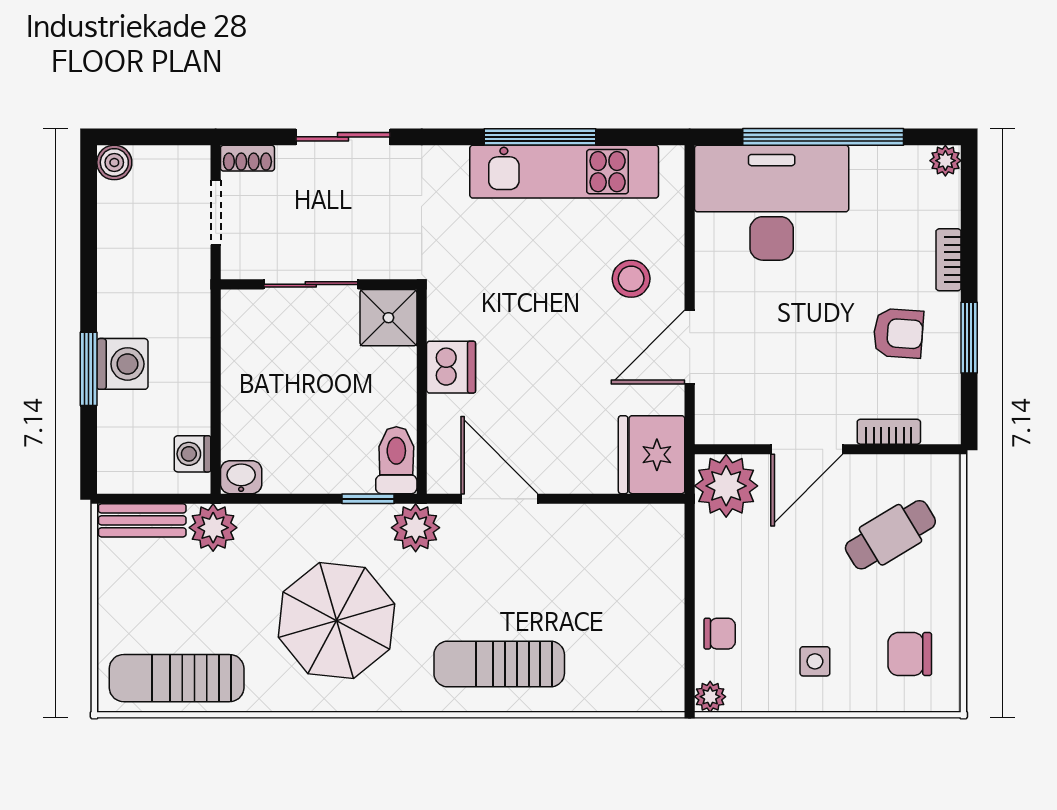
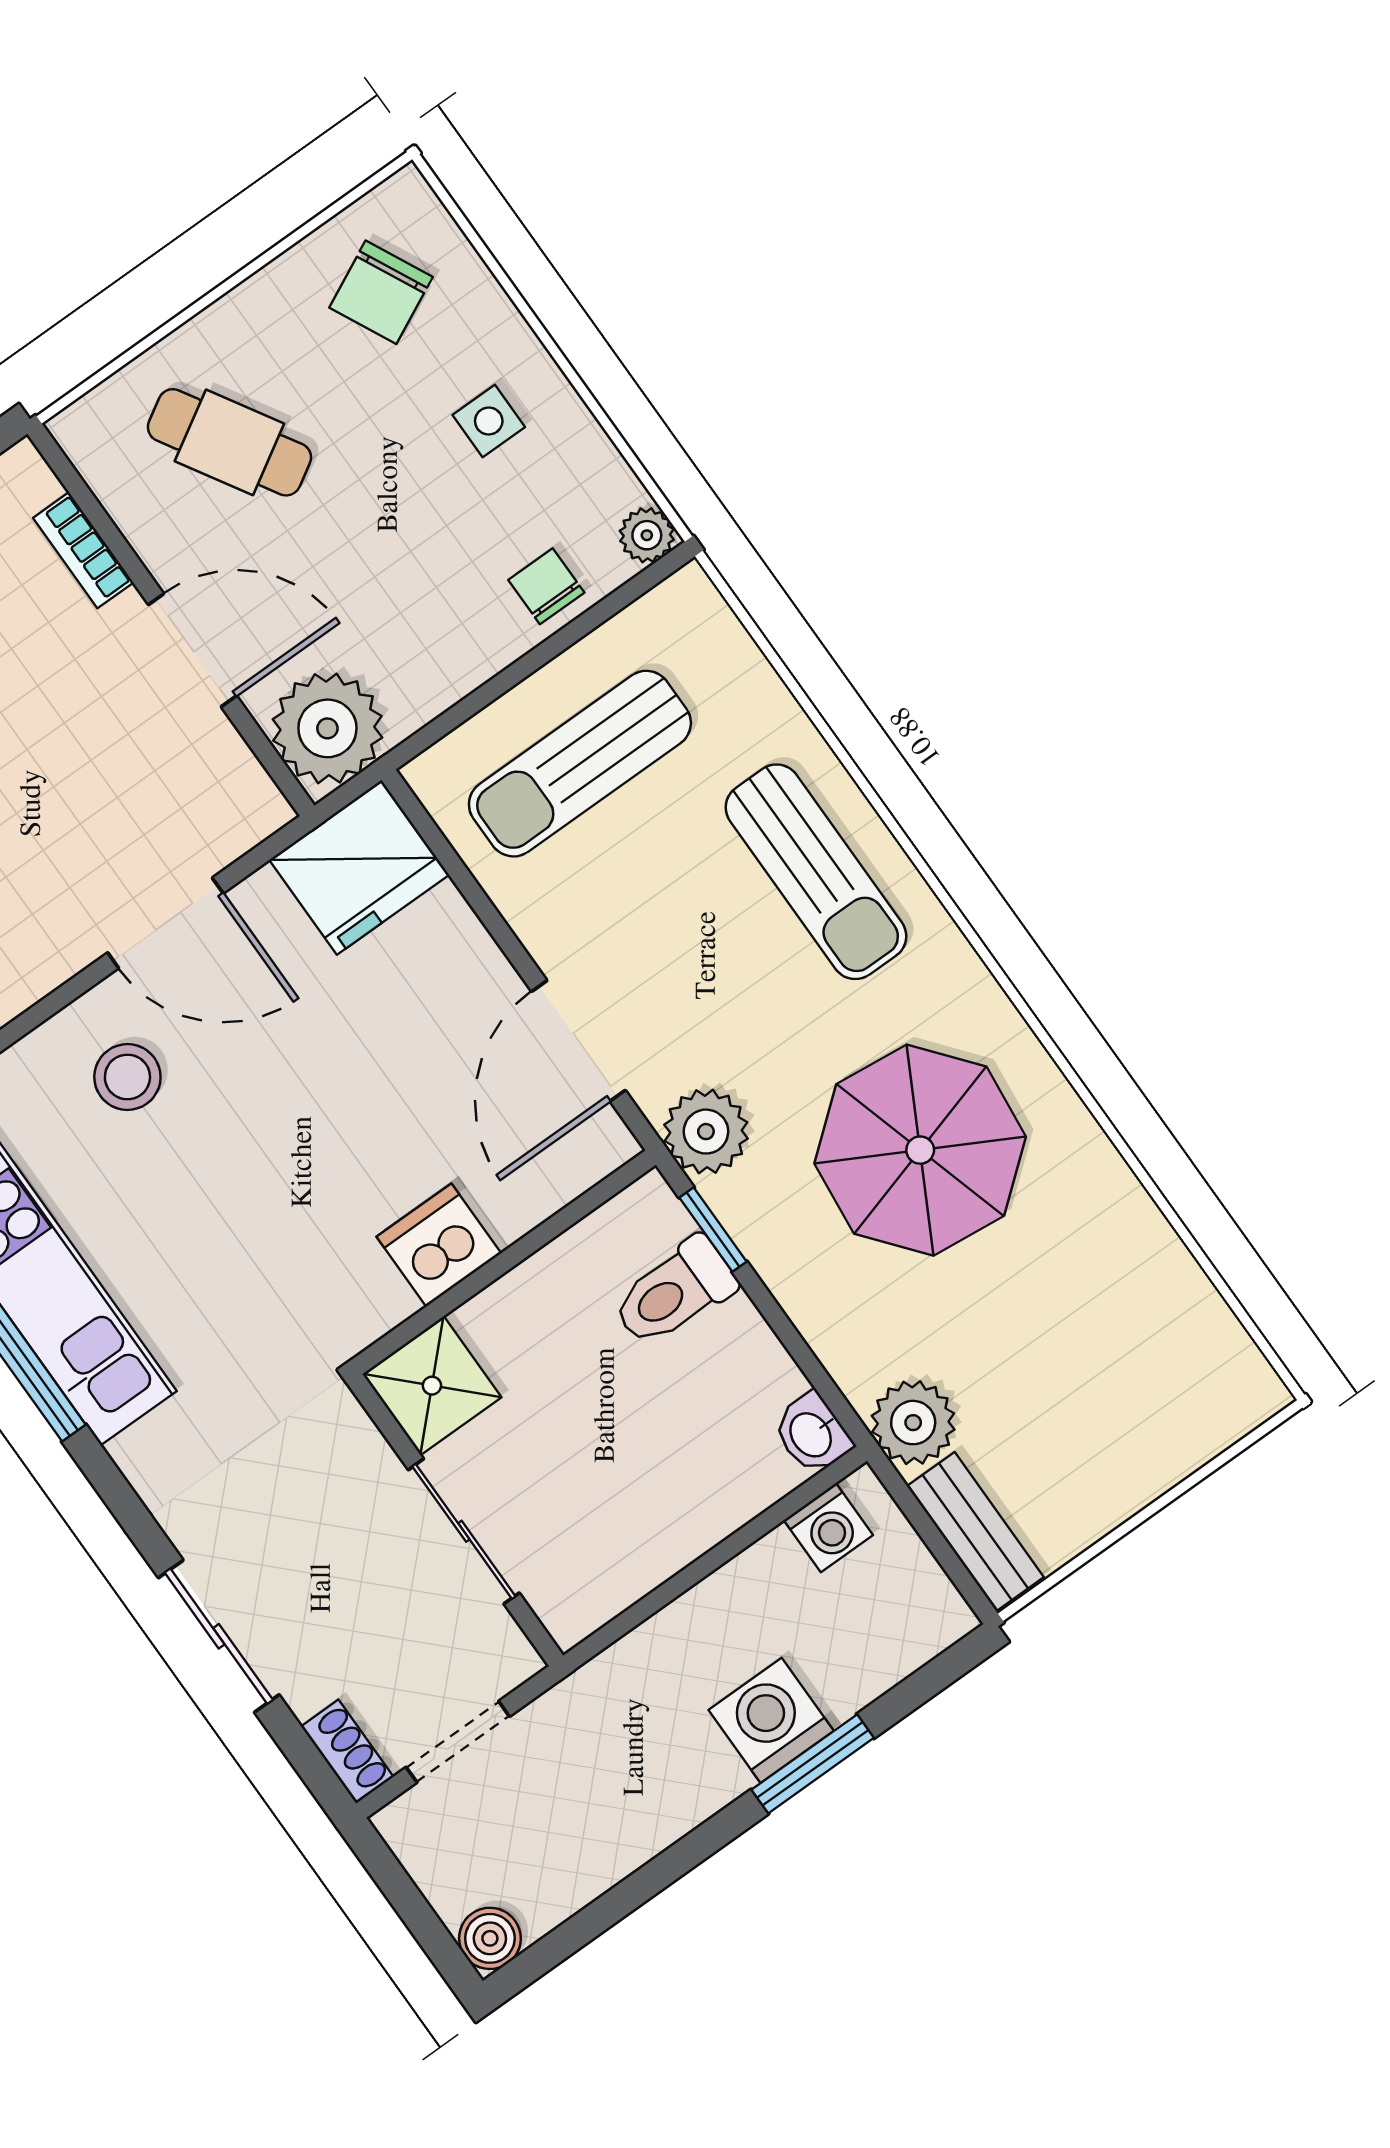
toilet: (396, 460) -> (674, 1292), moved
chair: (910, 654) -> (381, 292), turned 64
sun lounger: (177, 678) -> (580, 764), moved, turned 90

